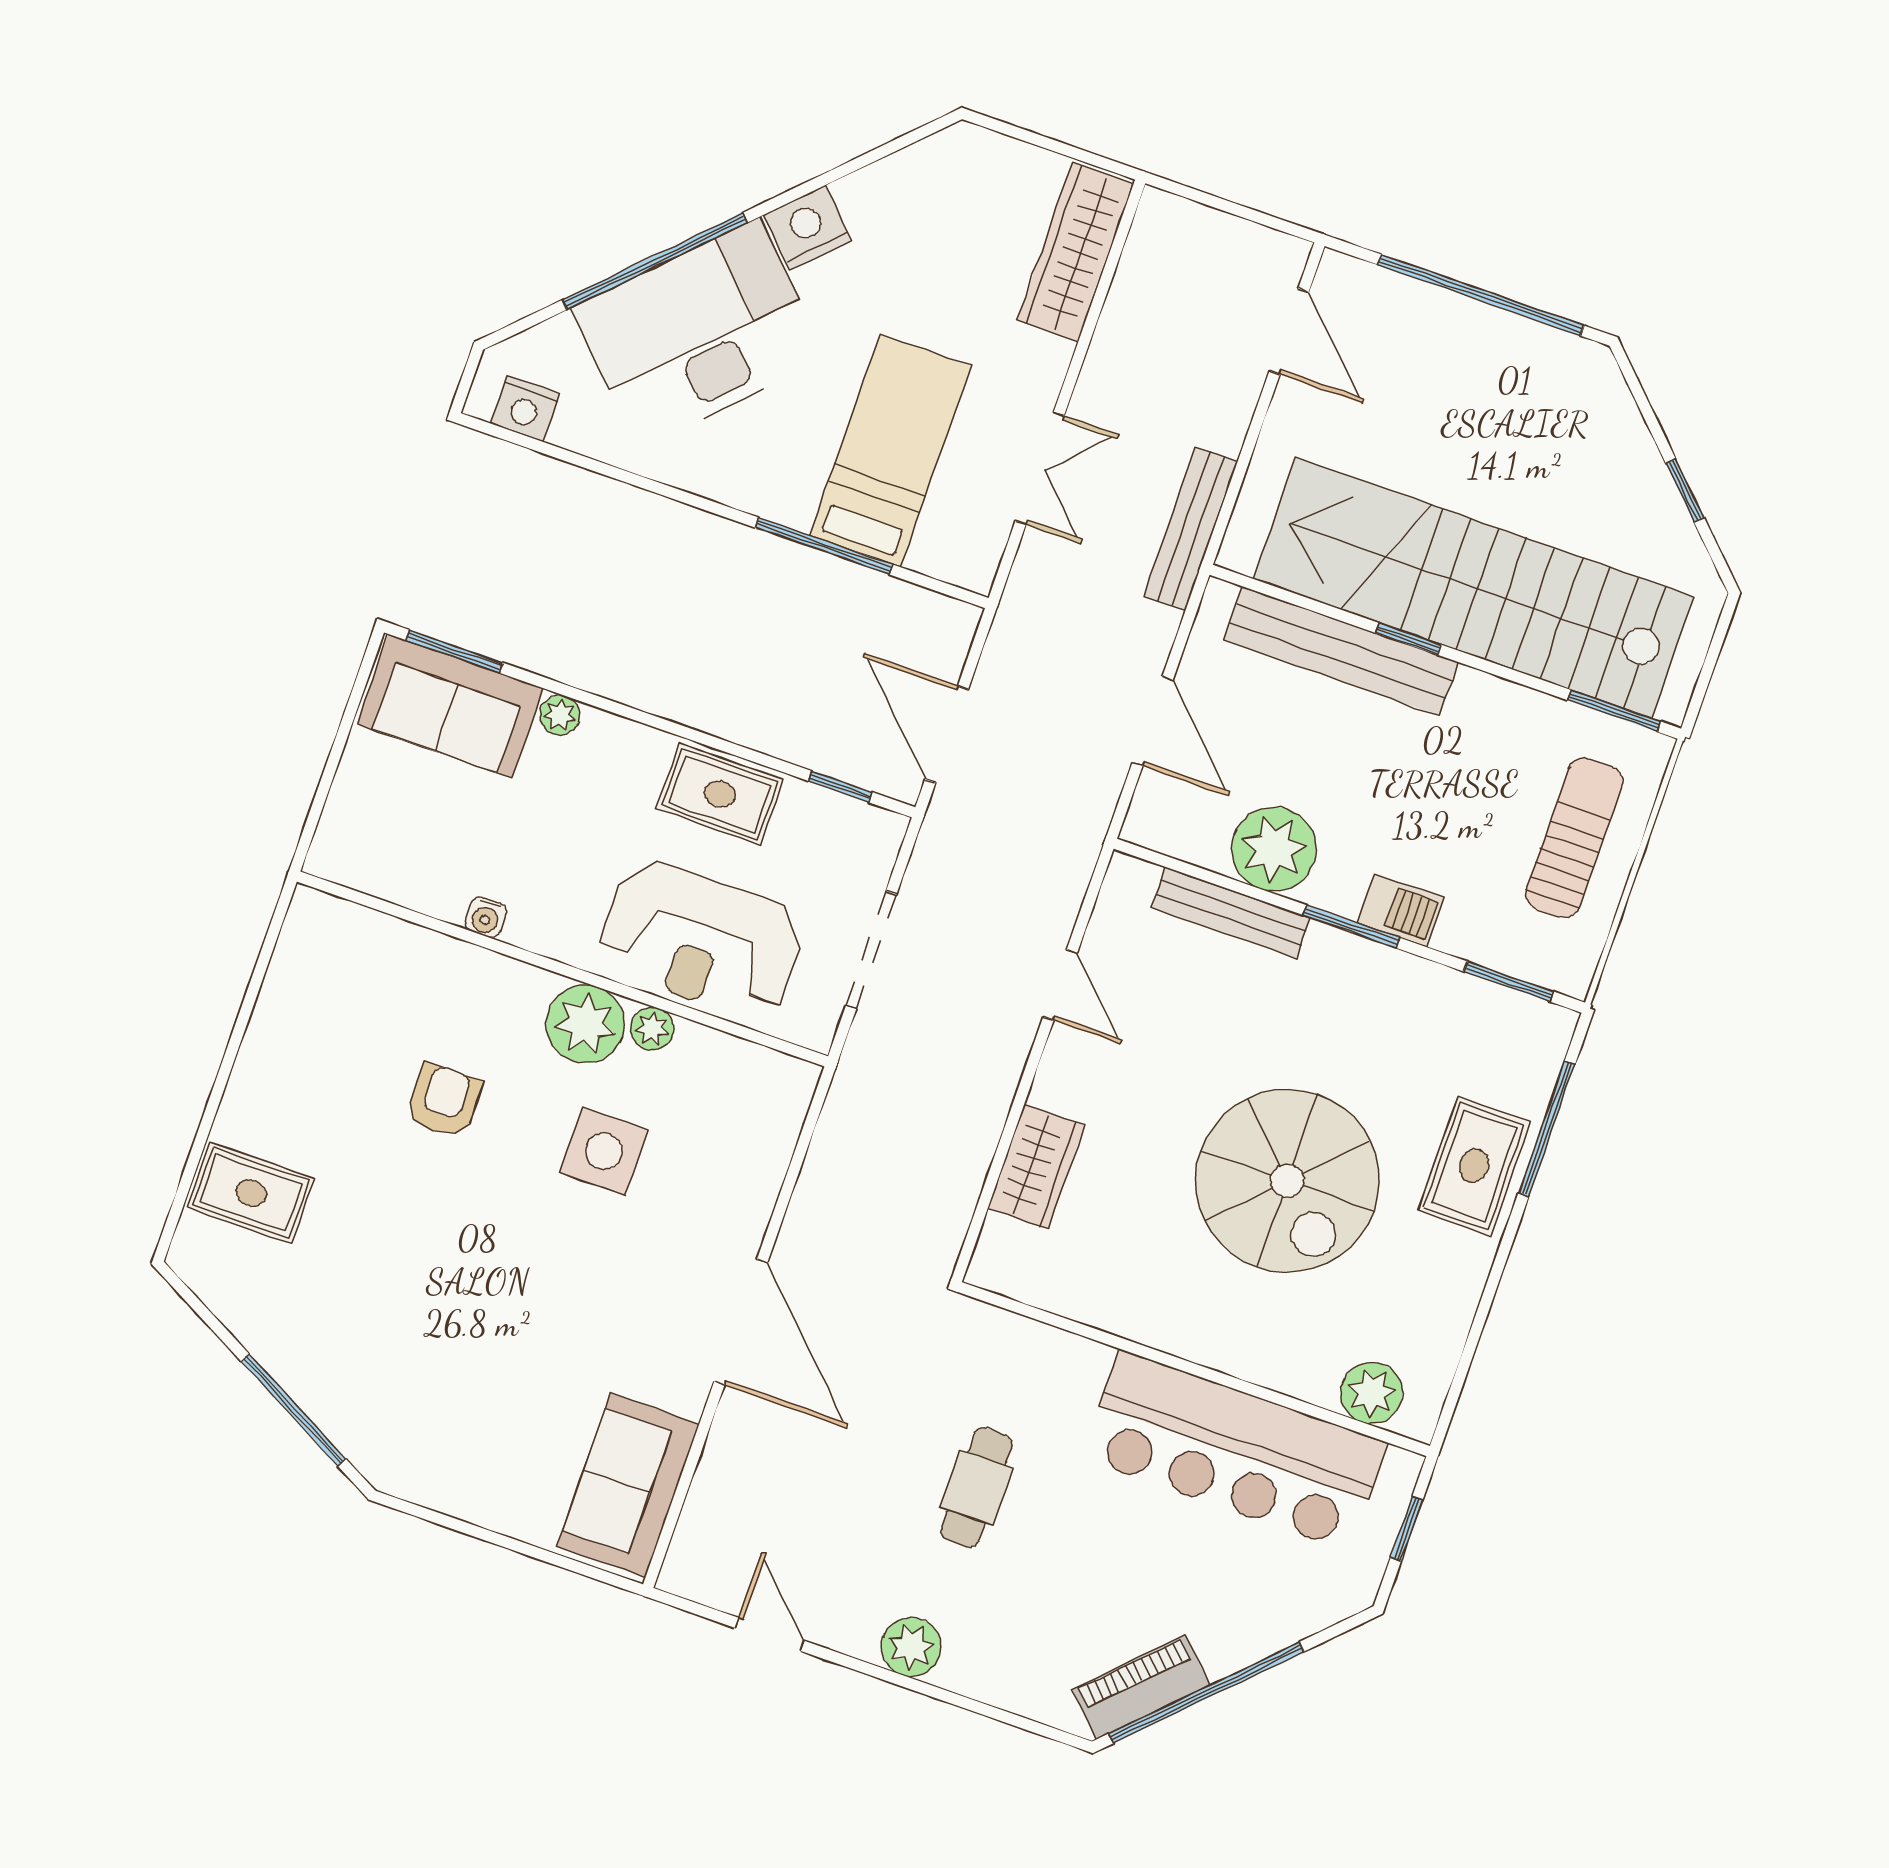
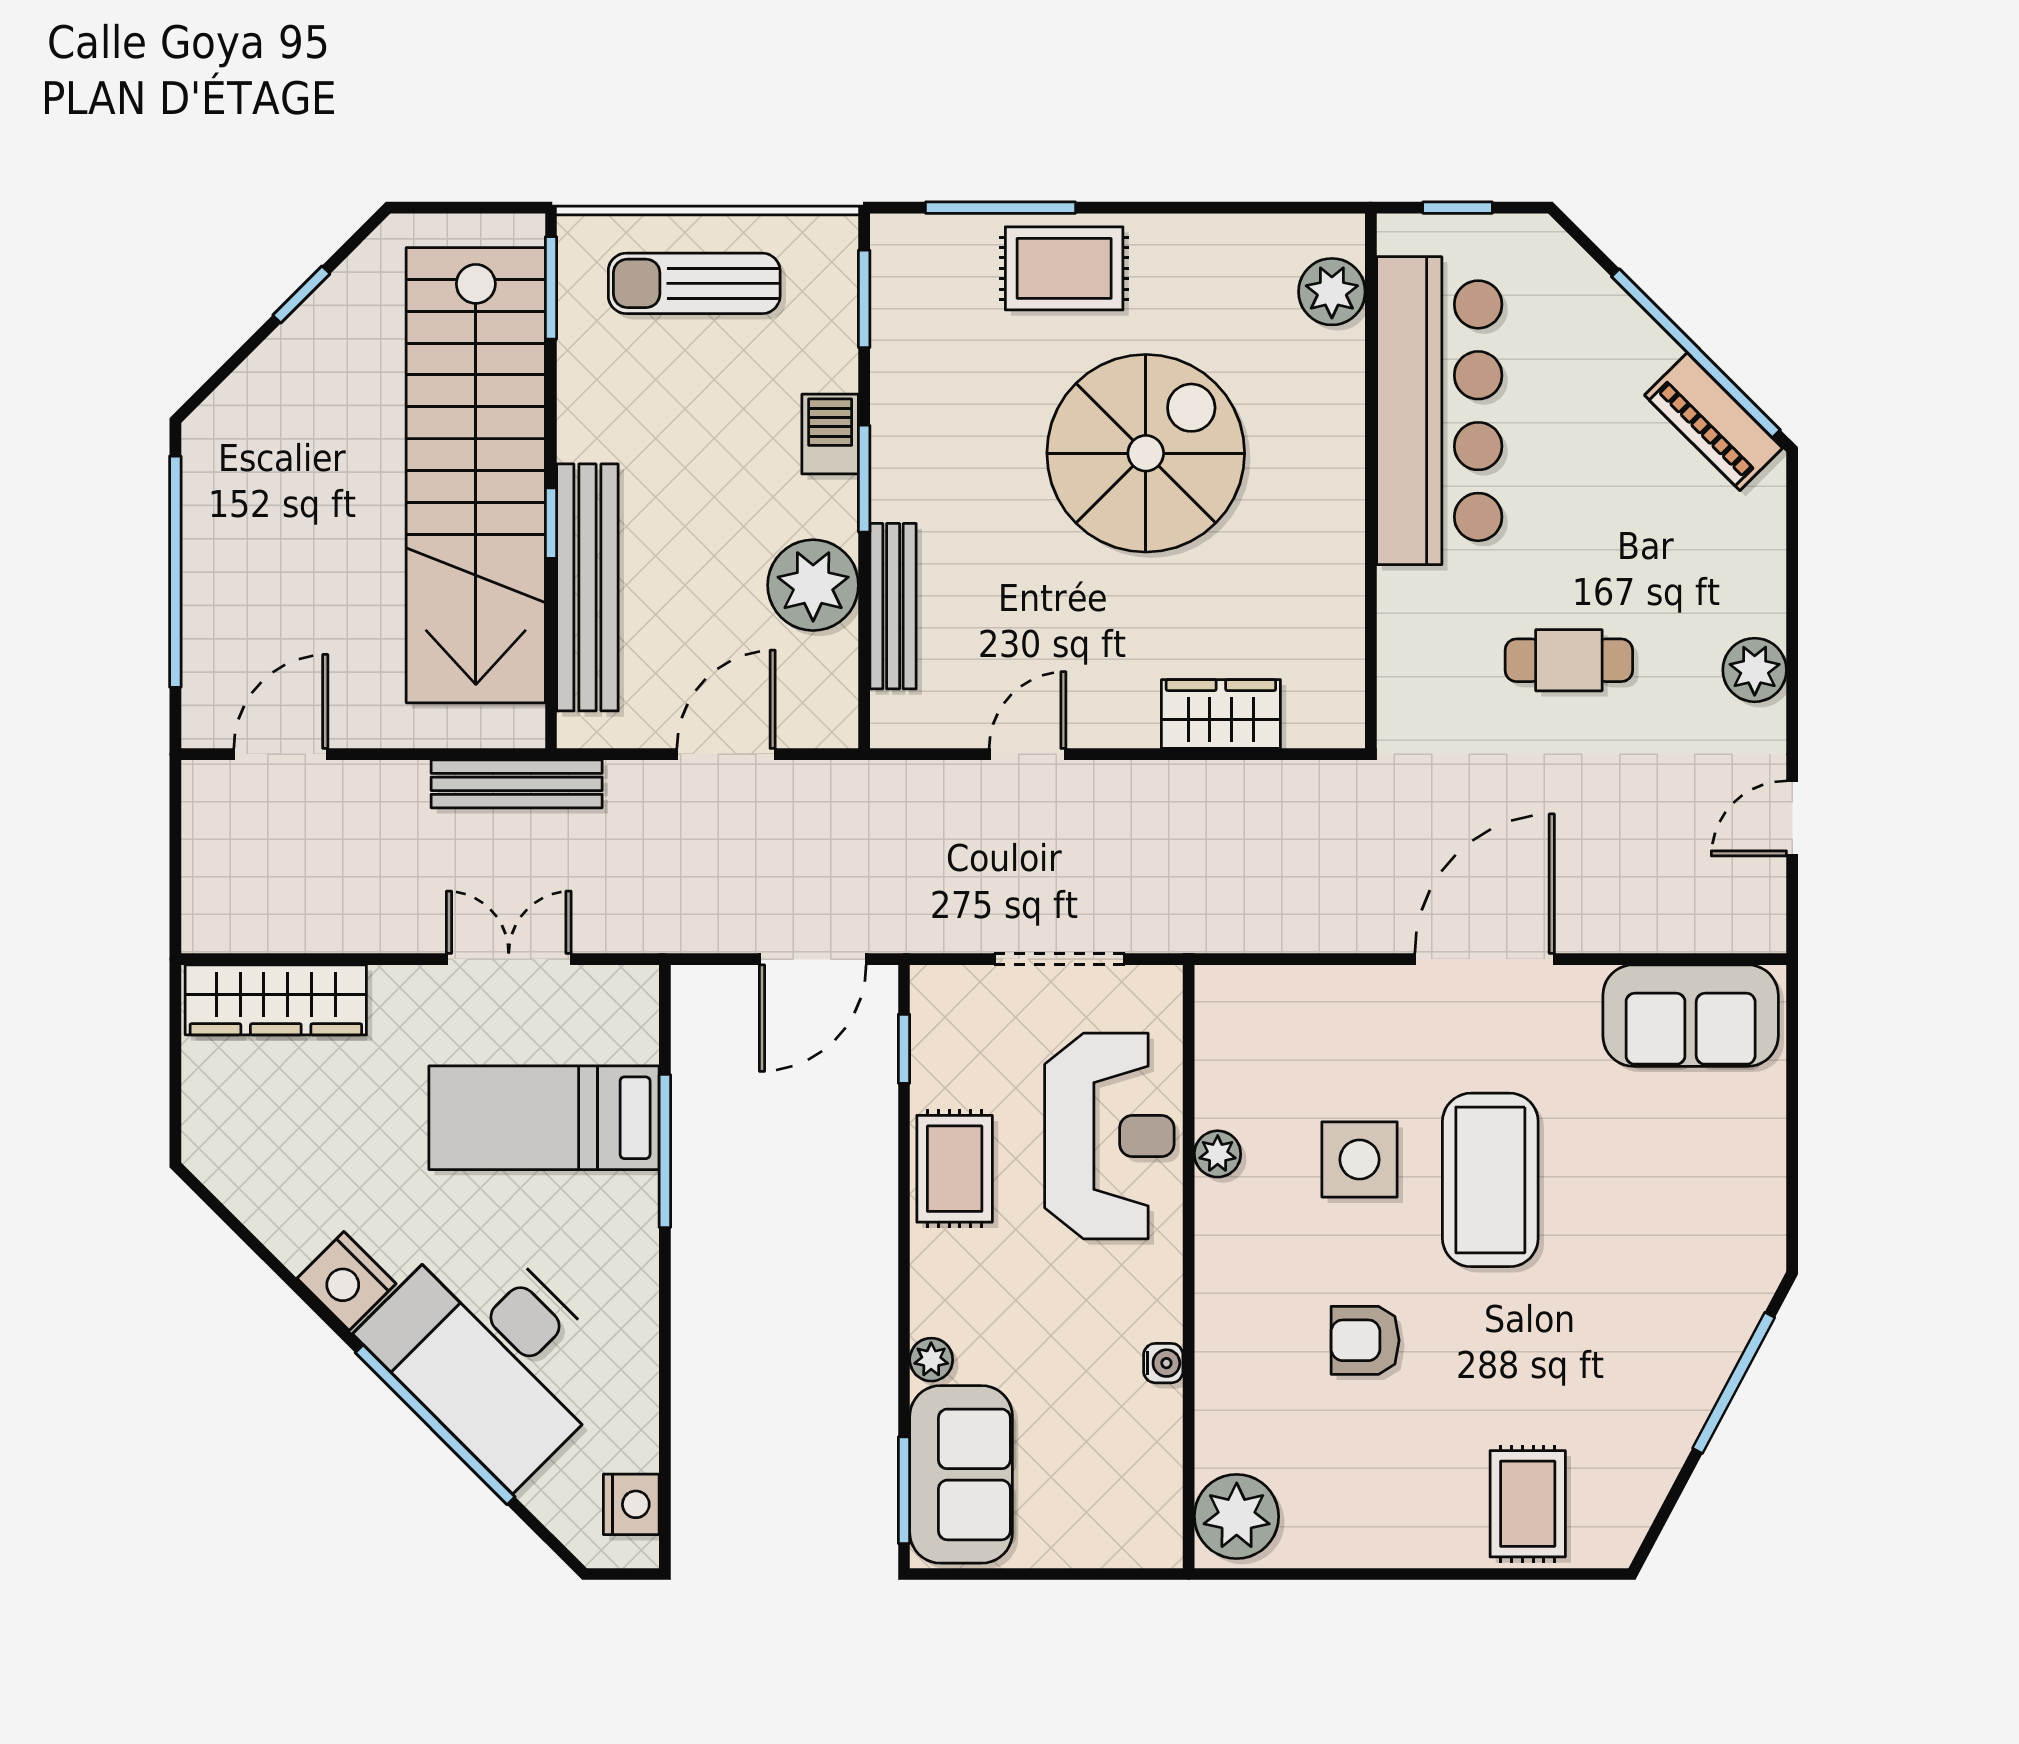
plant: (585, 1024) -> (1237, 1516), moved
coffee table: (546, 1259) -> (1490, 1180), added

